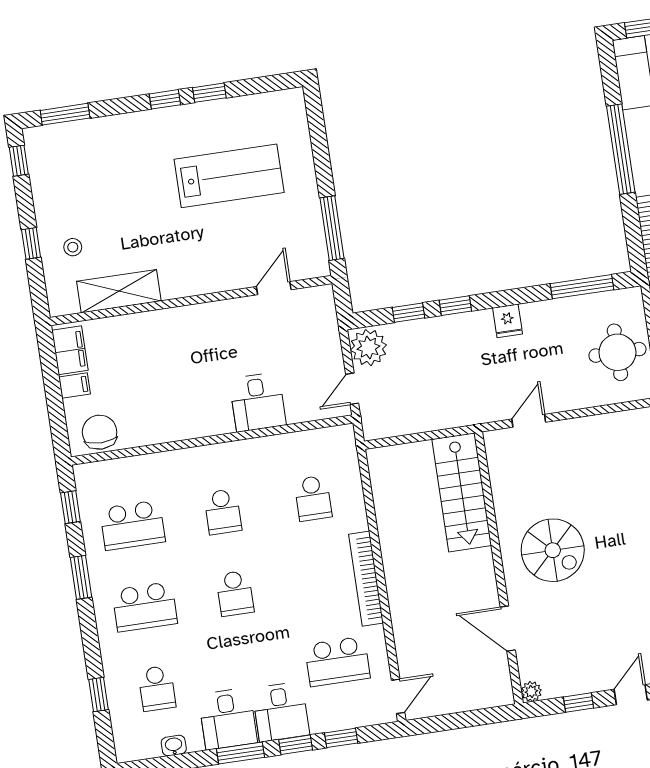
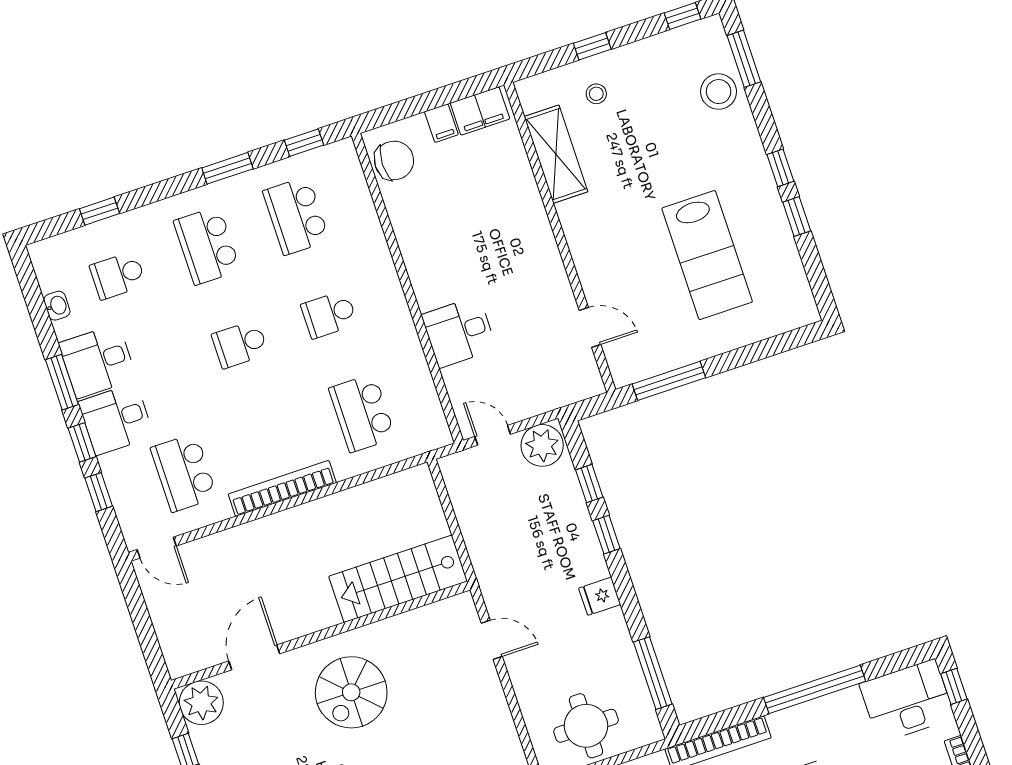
stool: (89, 141) -> (719, 92), added
school desk: (313, 498) -> (362, 413), width x1.85
plant: (531, 692) -> (201, 703), width x1.87, depth x1.87

